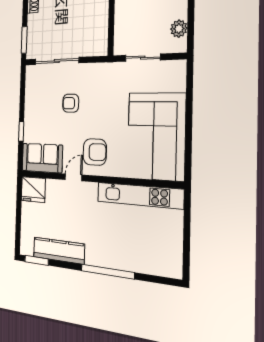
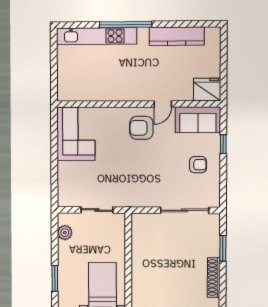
window: (24, 40) -> (223, 248), moved
armchair: (71, 103) -> (198, 165), moved
corner sofa: (156, 136) -> (76, 134), width x0.73, depth x0.74
kitchen unit: (139, 195) -> (97, 36), moved, turned 180
window: (37, 260) -> (201, 24), removed

